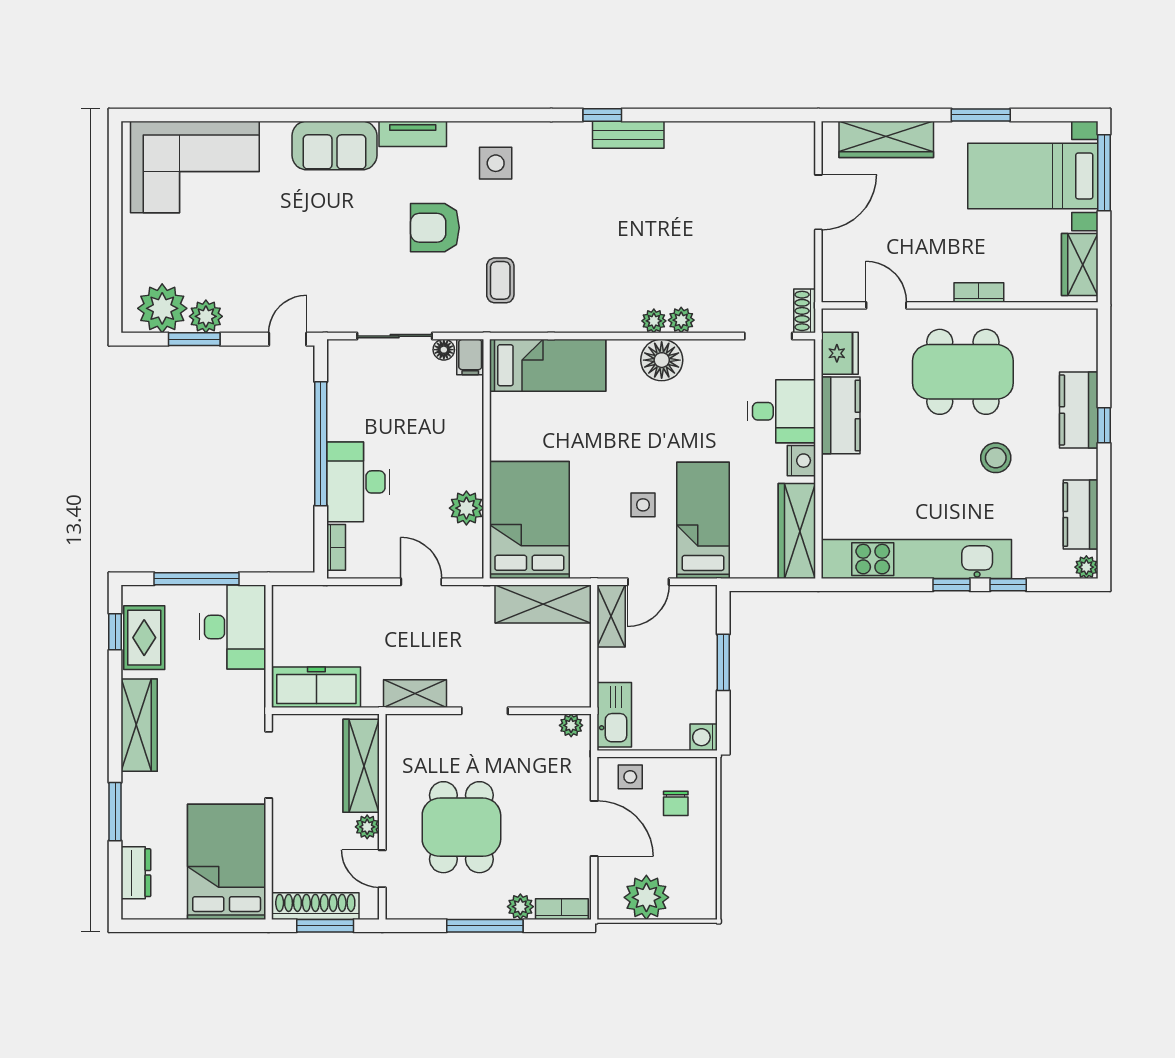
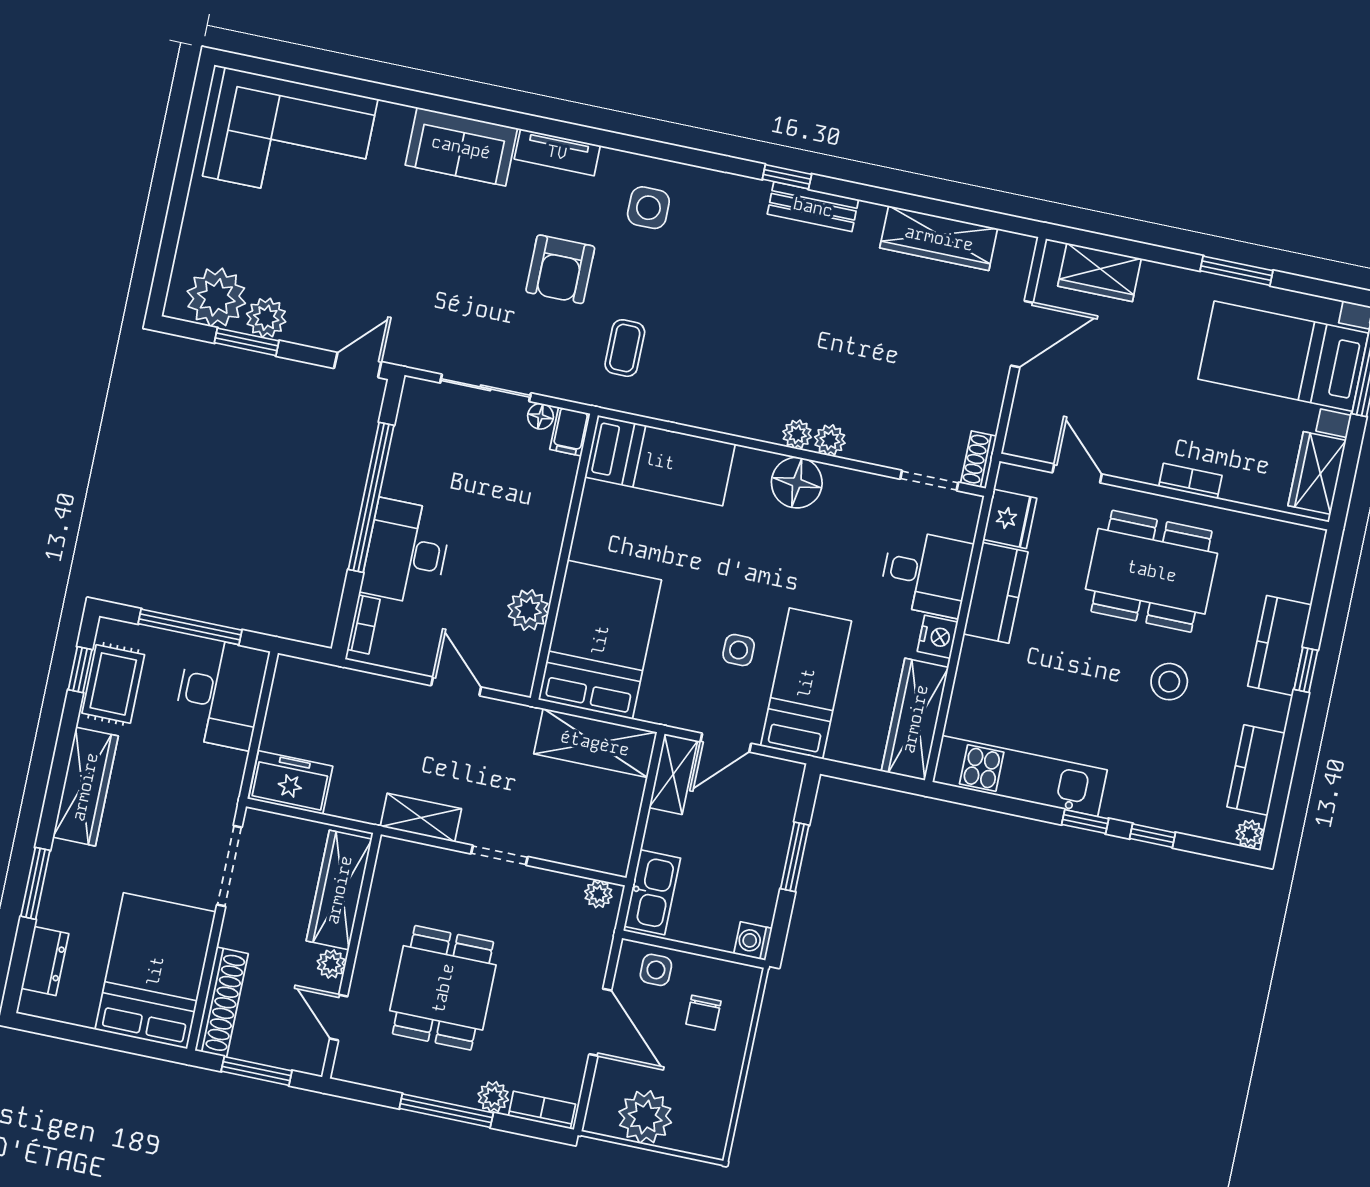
wardrobe: (735, 139) -> (939, 238), added
wardrobe: (886, 139) -> (1100, 272), width x0.67
armchair: (435, 228) -> (560, 269), turned -90
kitchen unit: (916, 559) -> (1020, 776), width x0.73
freezer: (316, 687) -> (291, 783), width x0.71
shoe rack: (315, 906) -> (222, 1002), moved, turned 90

